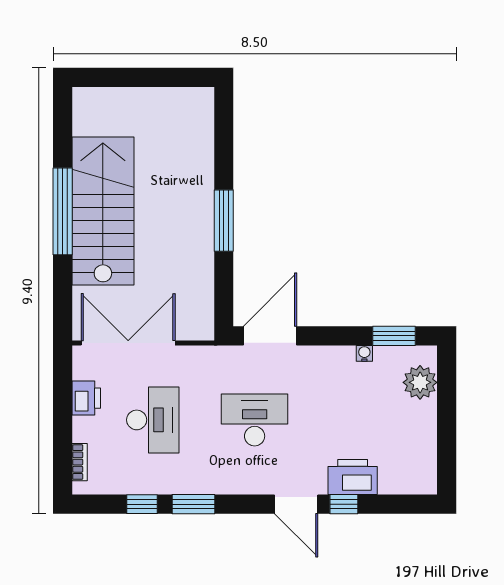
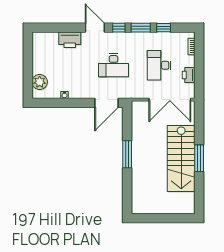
window: (63, 211) -> (199, 158), width x0.68
window: (394, 336) -> (51, 103), removed
window: (344, 504) -> (119, 28), moved

